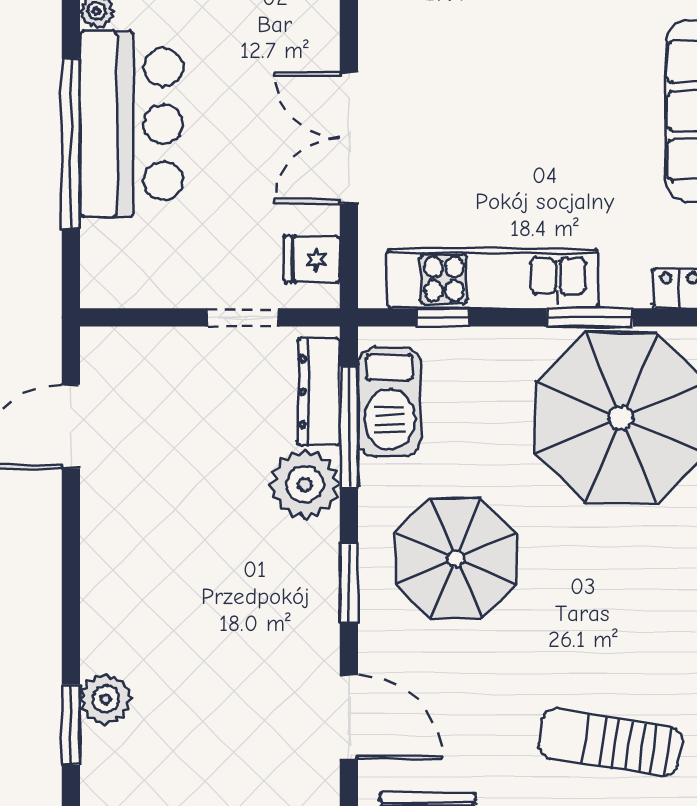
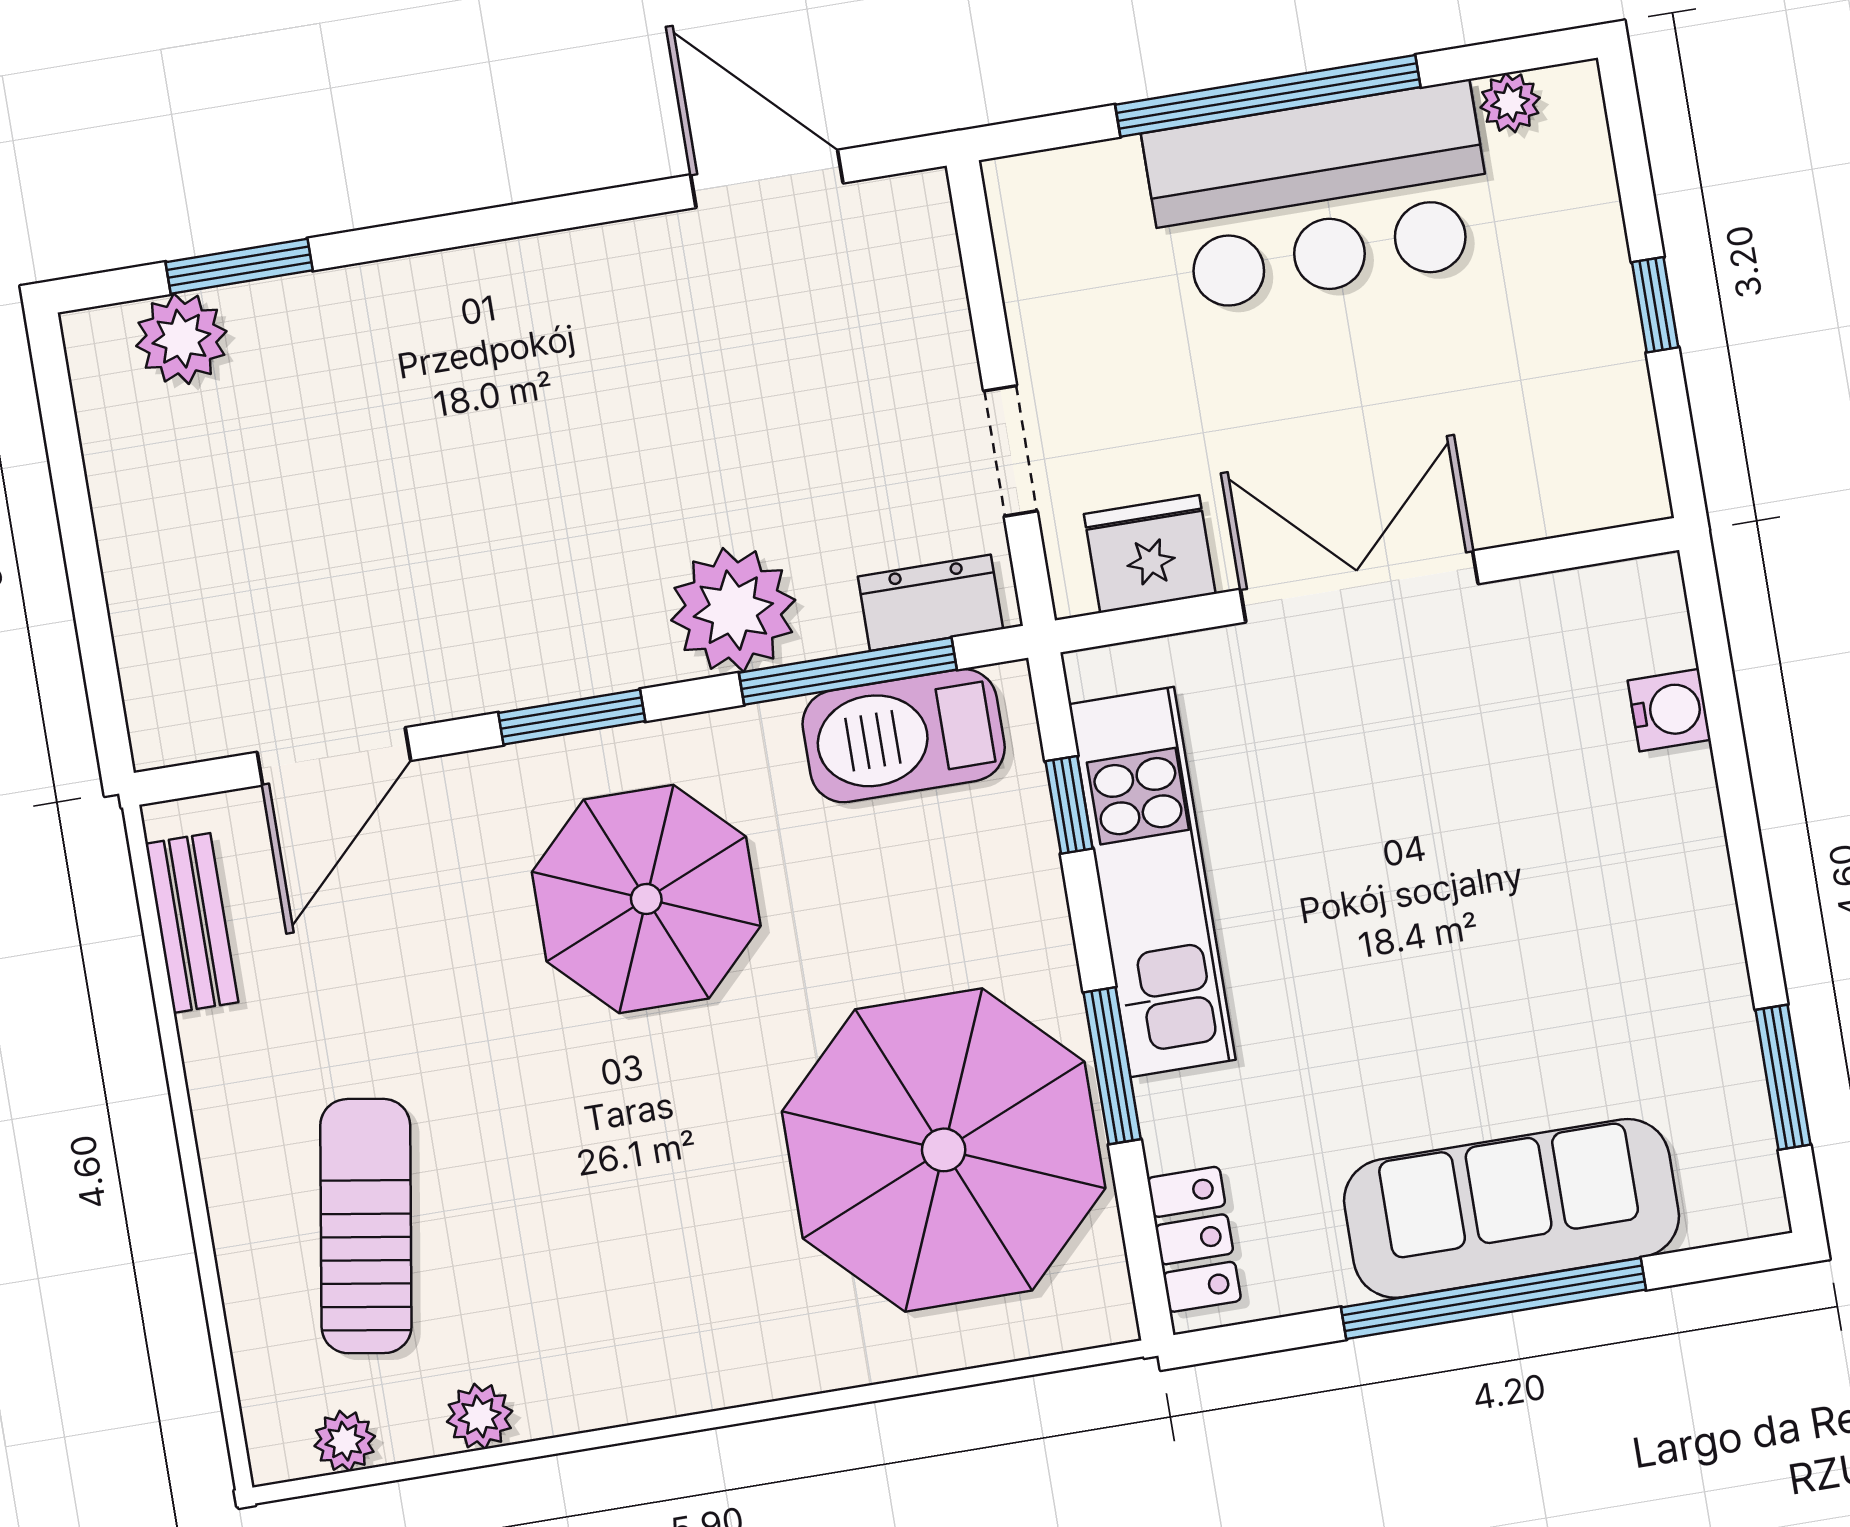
fridge: (312, 259) -> (1150, 554), width x1.38
dresser: (319, 392) -> (930, 603), width x0.70
plant: (105, 699) -> (181, 339), moved

